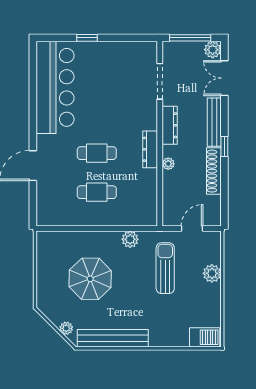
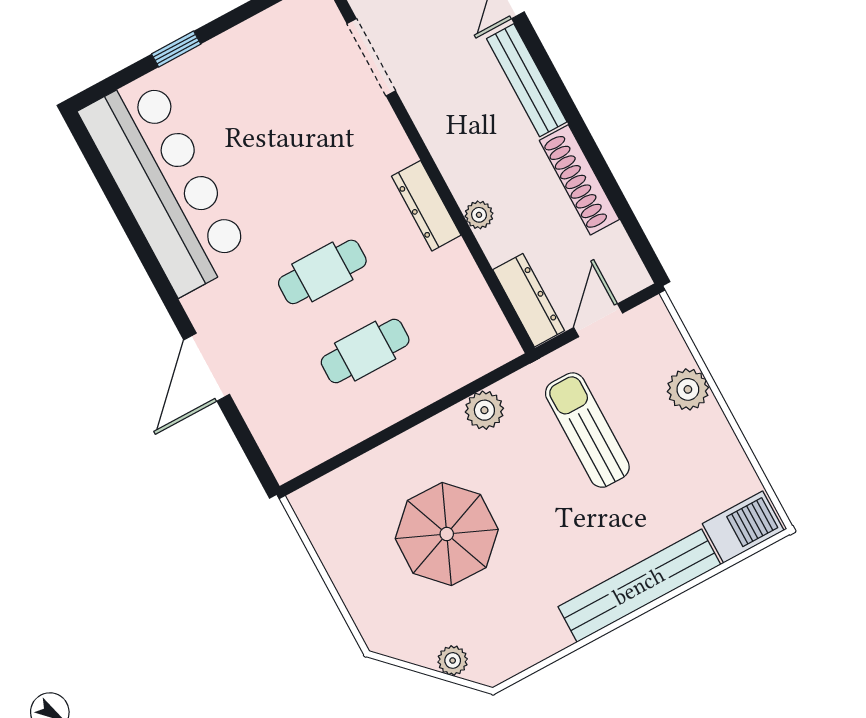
dresser: (170, 125) -> (529, 300), moved
window: (224, 147) -> (574, 119), removed
bench: (113, 338) -> (639, 586), moved

